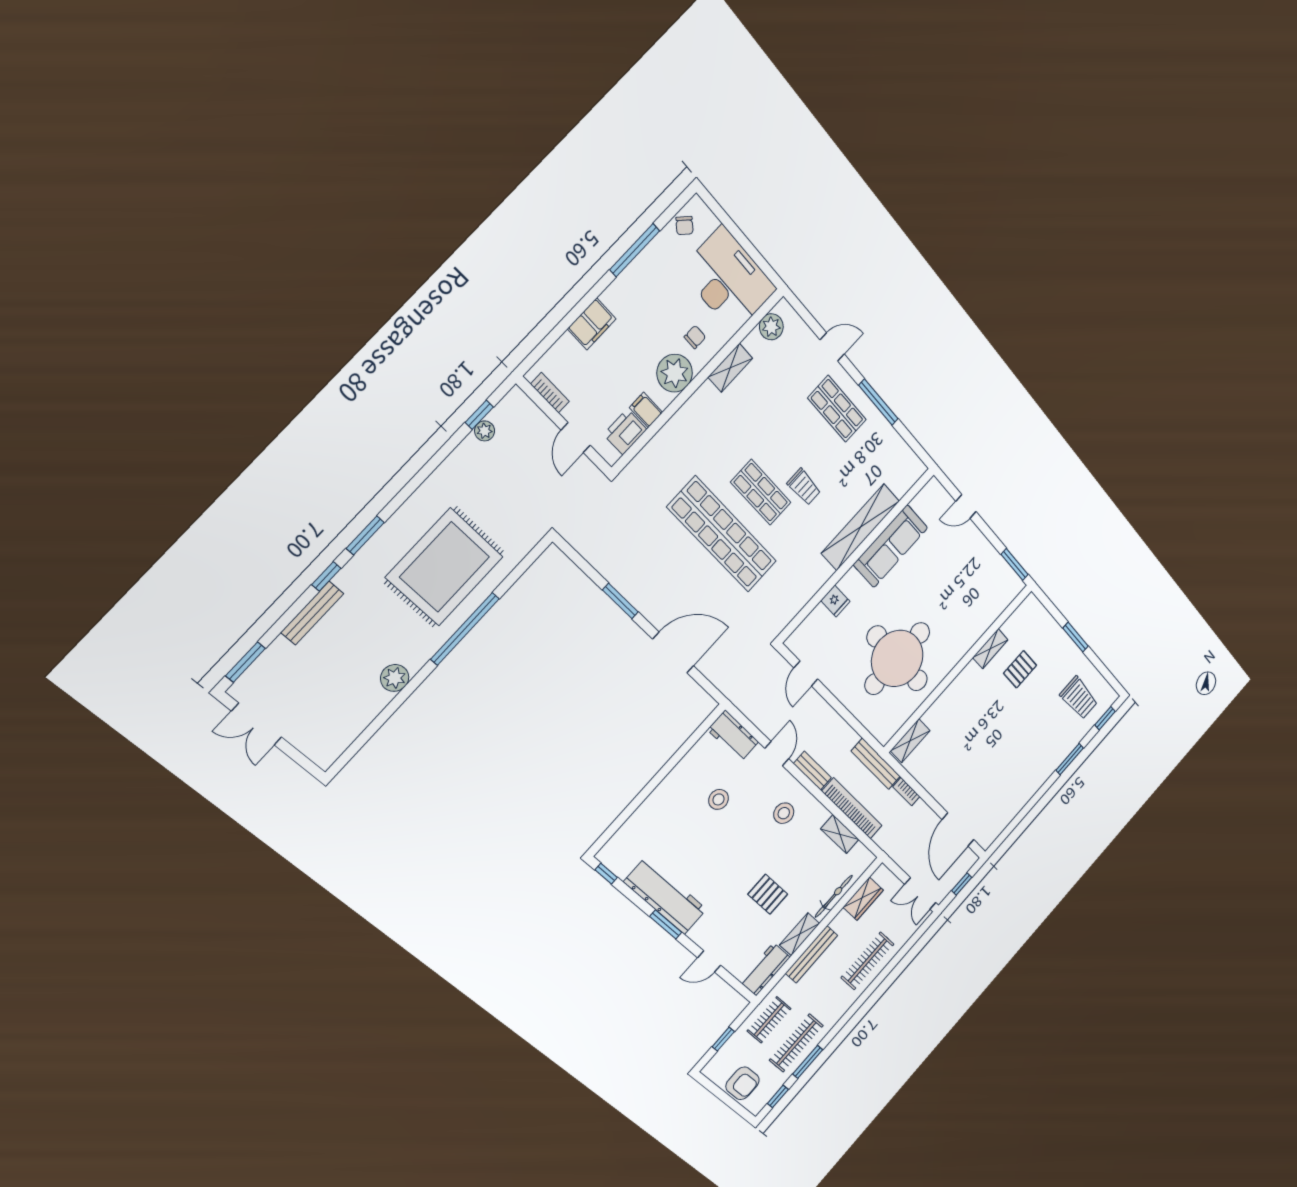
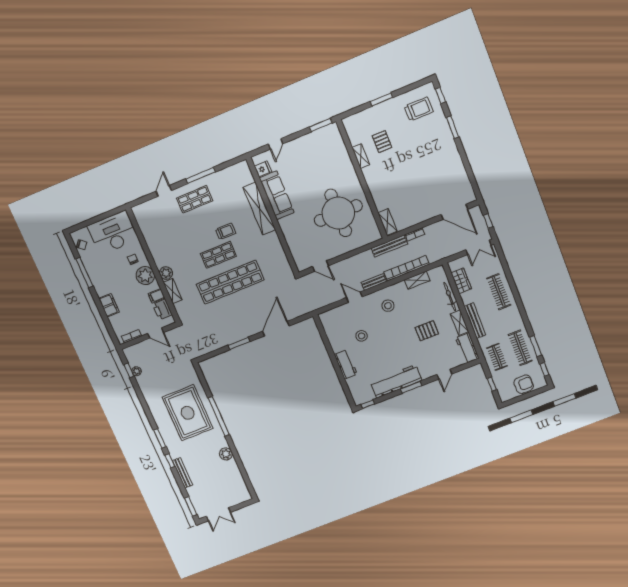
plant: (771, 327) -> (166, 273), moved
shelving: (730, 368) -> (173, 291), moved
fridge: (835, 601) -> (263, 169), moved
workbench: (733, 736) -> (346, 364), moved, turned -90

